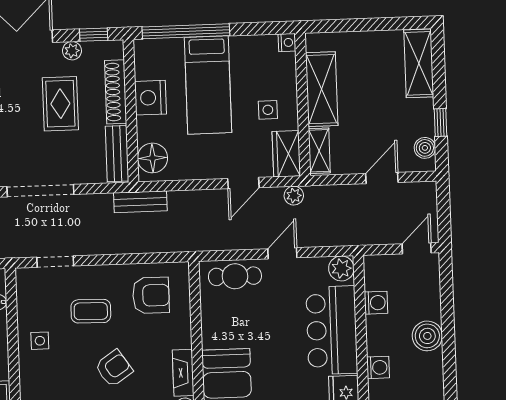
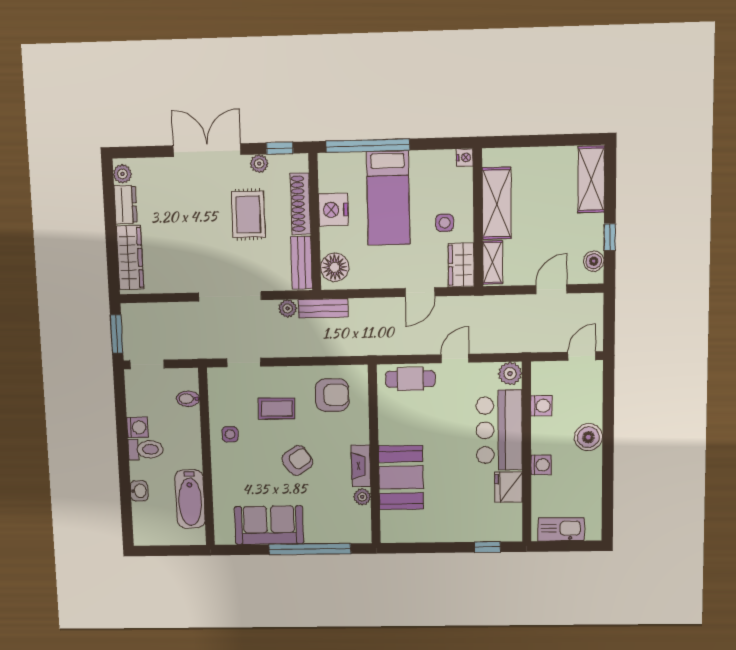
plant: (294, 196) -> (288, 309), moved

